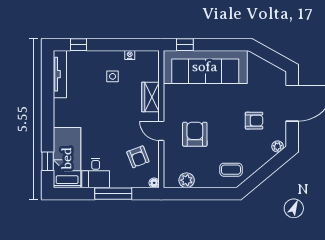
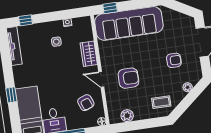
armchair: (195, 134) -> (128, 78), turned 90
plant: (278, 146) -> (188, 87), moved
window: (48, 161) -> (11, 95), moved

